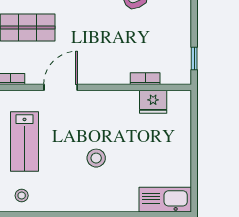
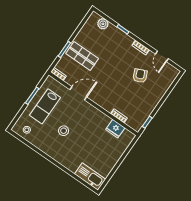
stool: (96, 158) -> (64, 131), moved

